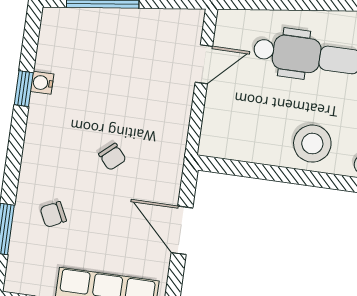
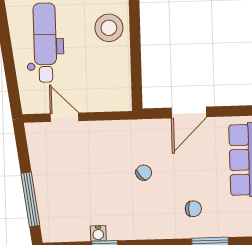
chair: (53, 214) -> (193, 209), turned -64

